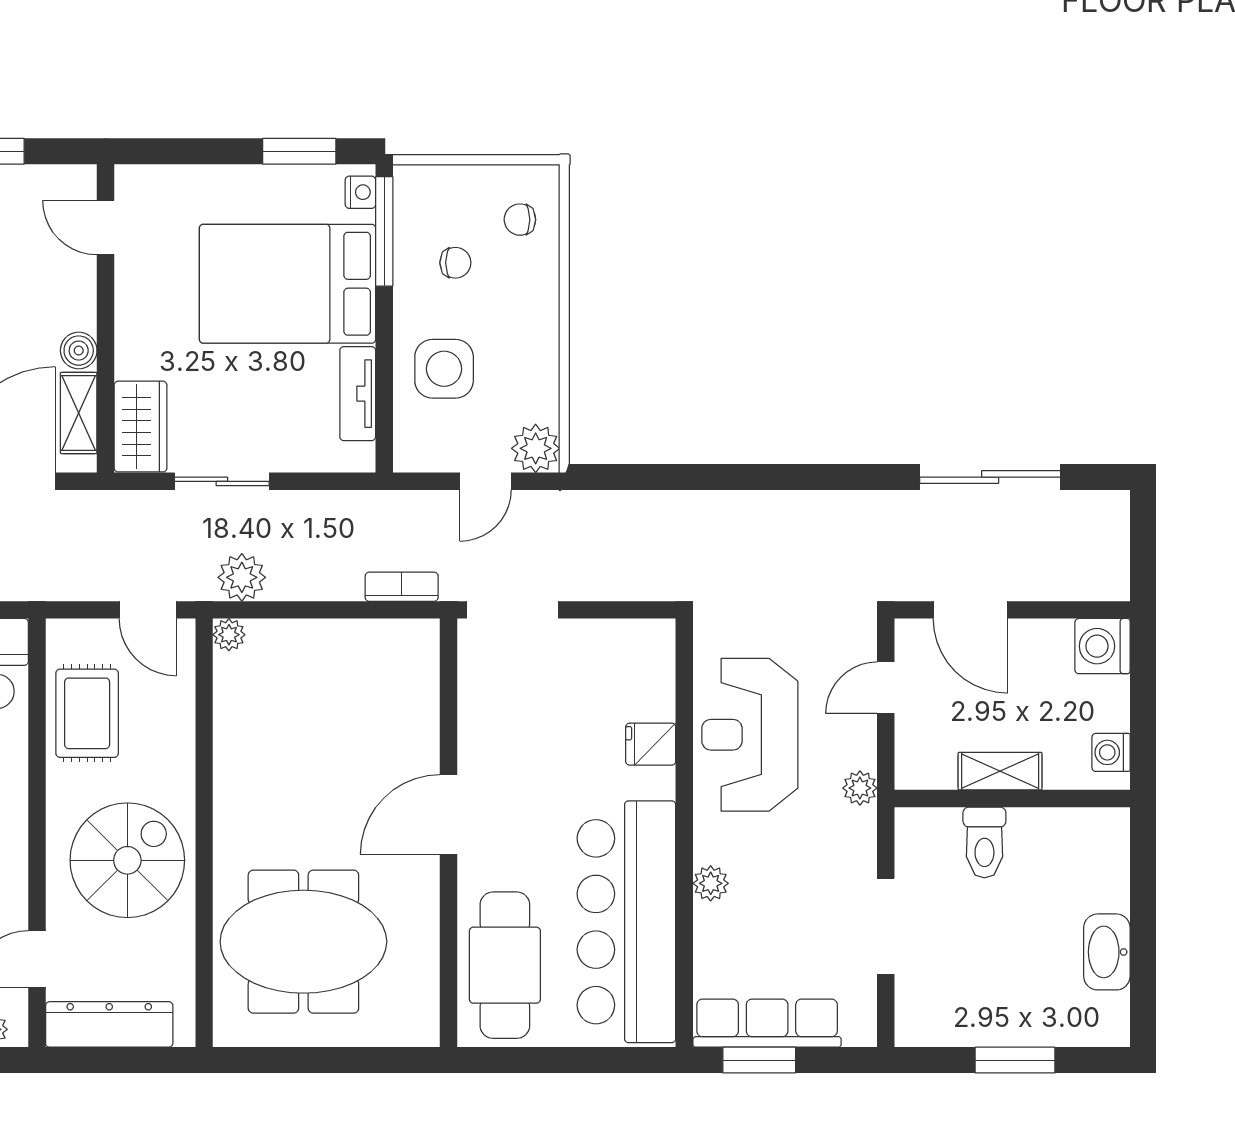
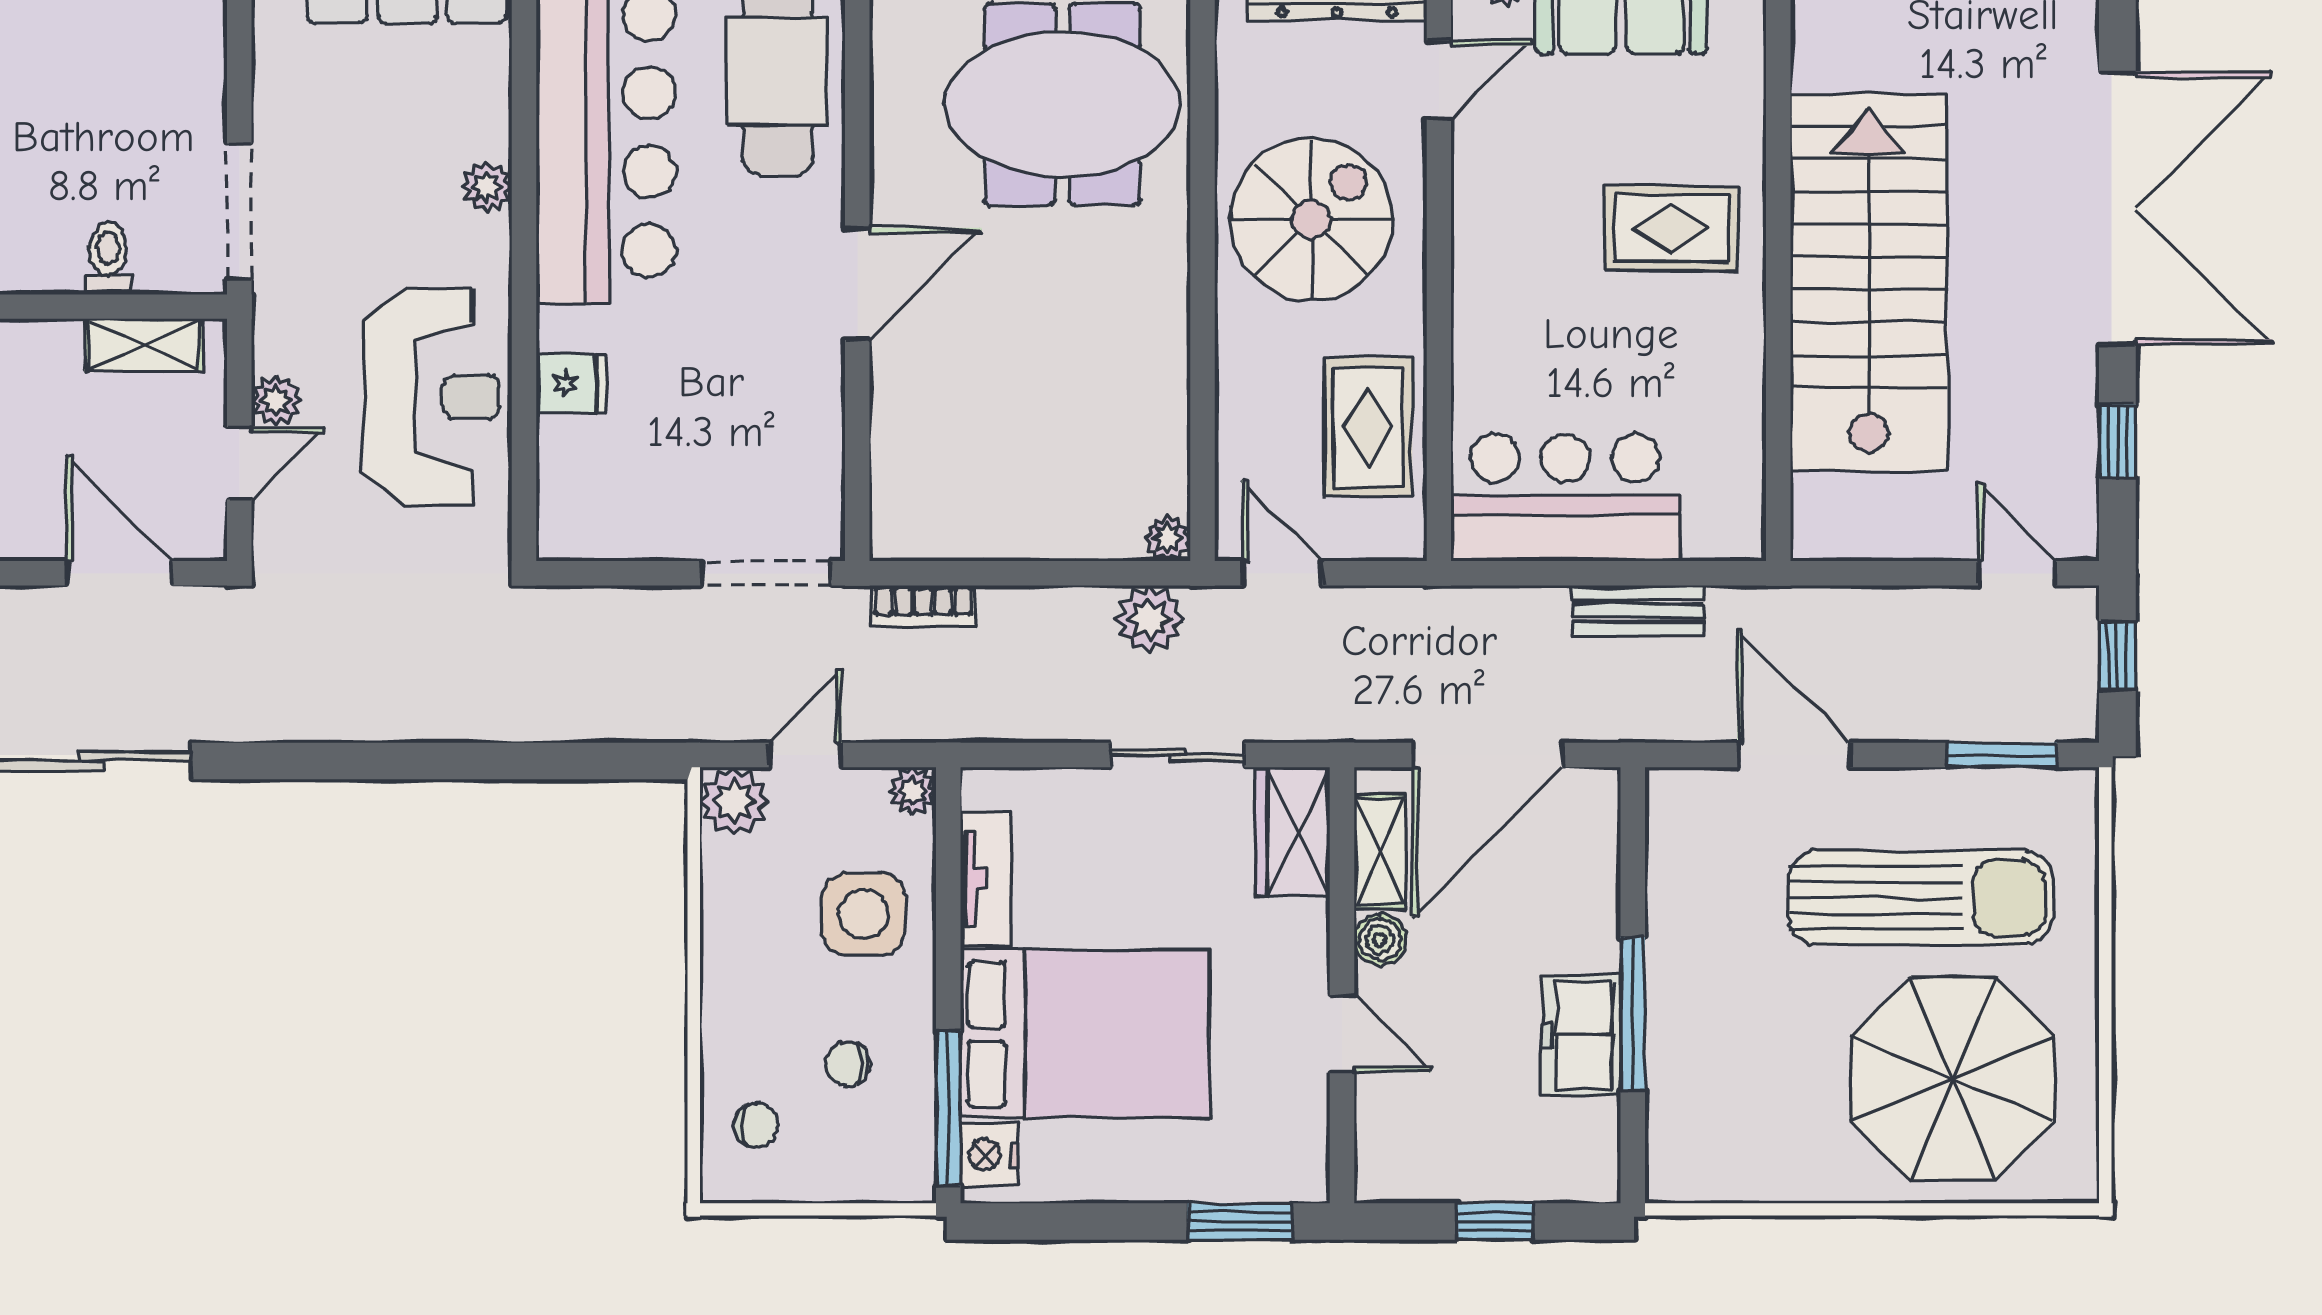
window: (299, 151) -> (1240, 1221), moved
nightstand: (360, 192) -> (989, 1155), width x1.39, depth x1.35
door: (106, 228) -> (1342, 1034), moved
plant: (410, 456) -> (912, 791), added
shelving: (1000, 771) -> (144, 345), moved
plant: (860, 788) -> (276, 400), moved
toilet: (984, 843) -> (108, 258), width x0.73, depth x0.72
spiral stairs: (127, 860) -> (1311, 219), turned 180
doorway: (886, 926) -> (239, 211), moved

